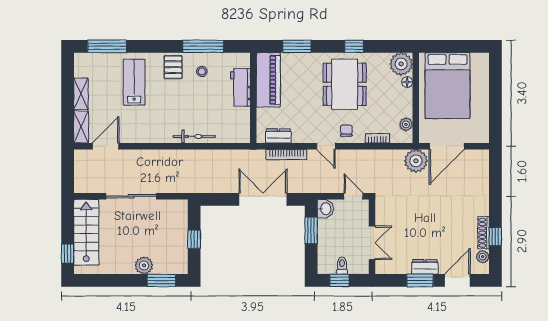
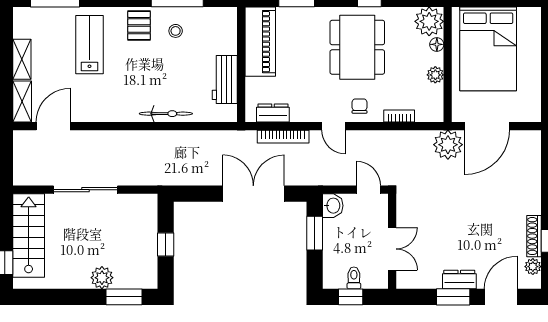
workbench: (240, 87) -> (225, 79), moved
plant: (406, 124) -> (435, 75), moved

